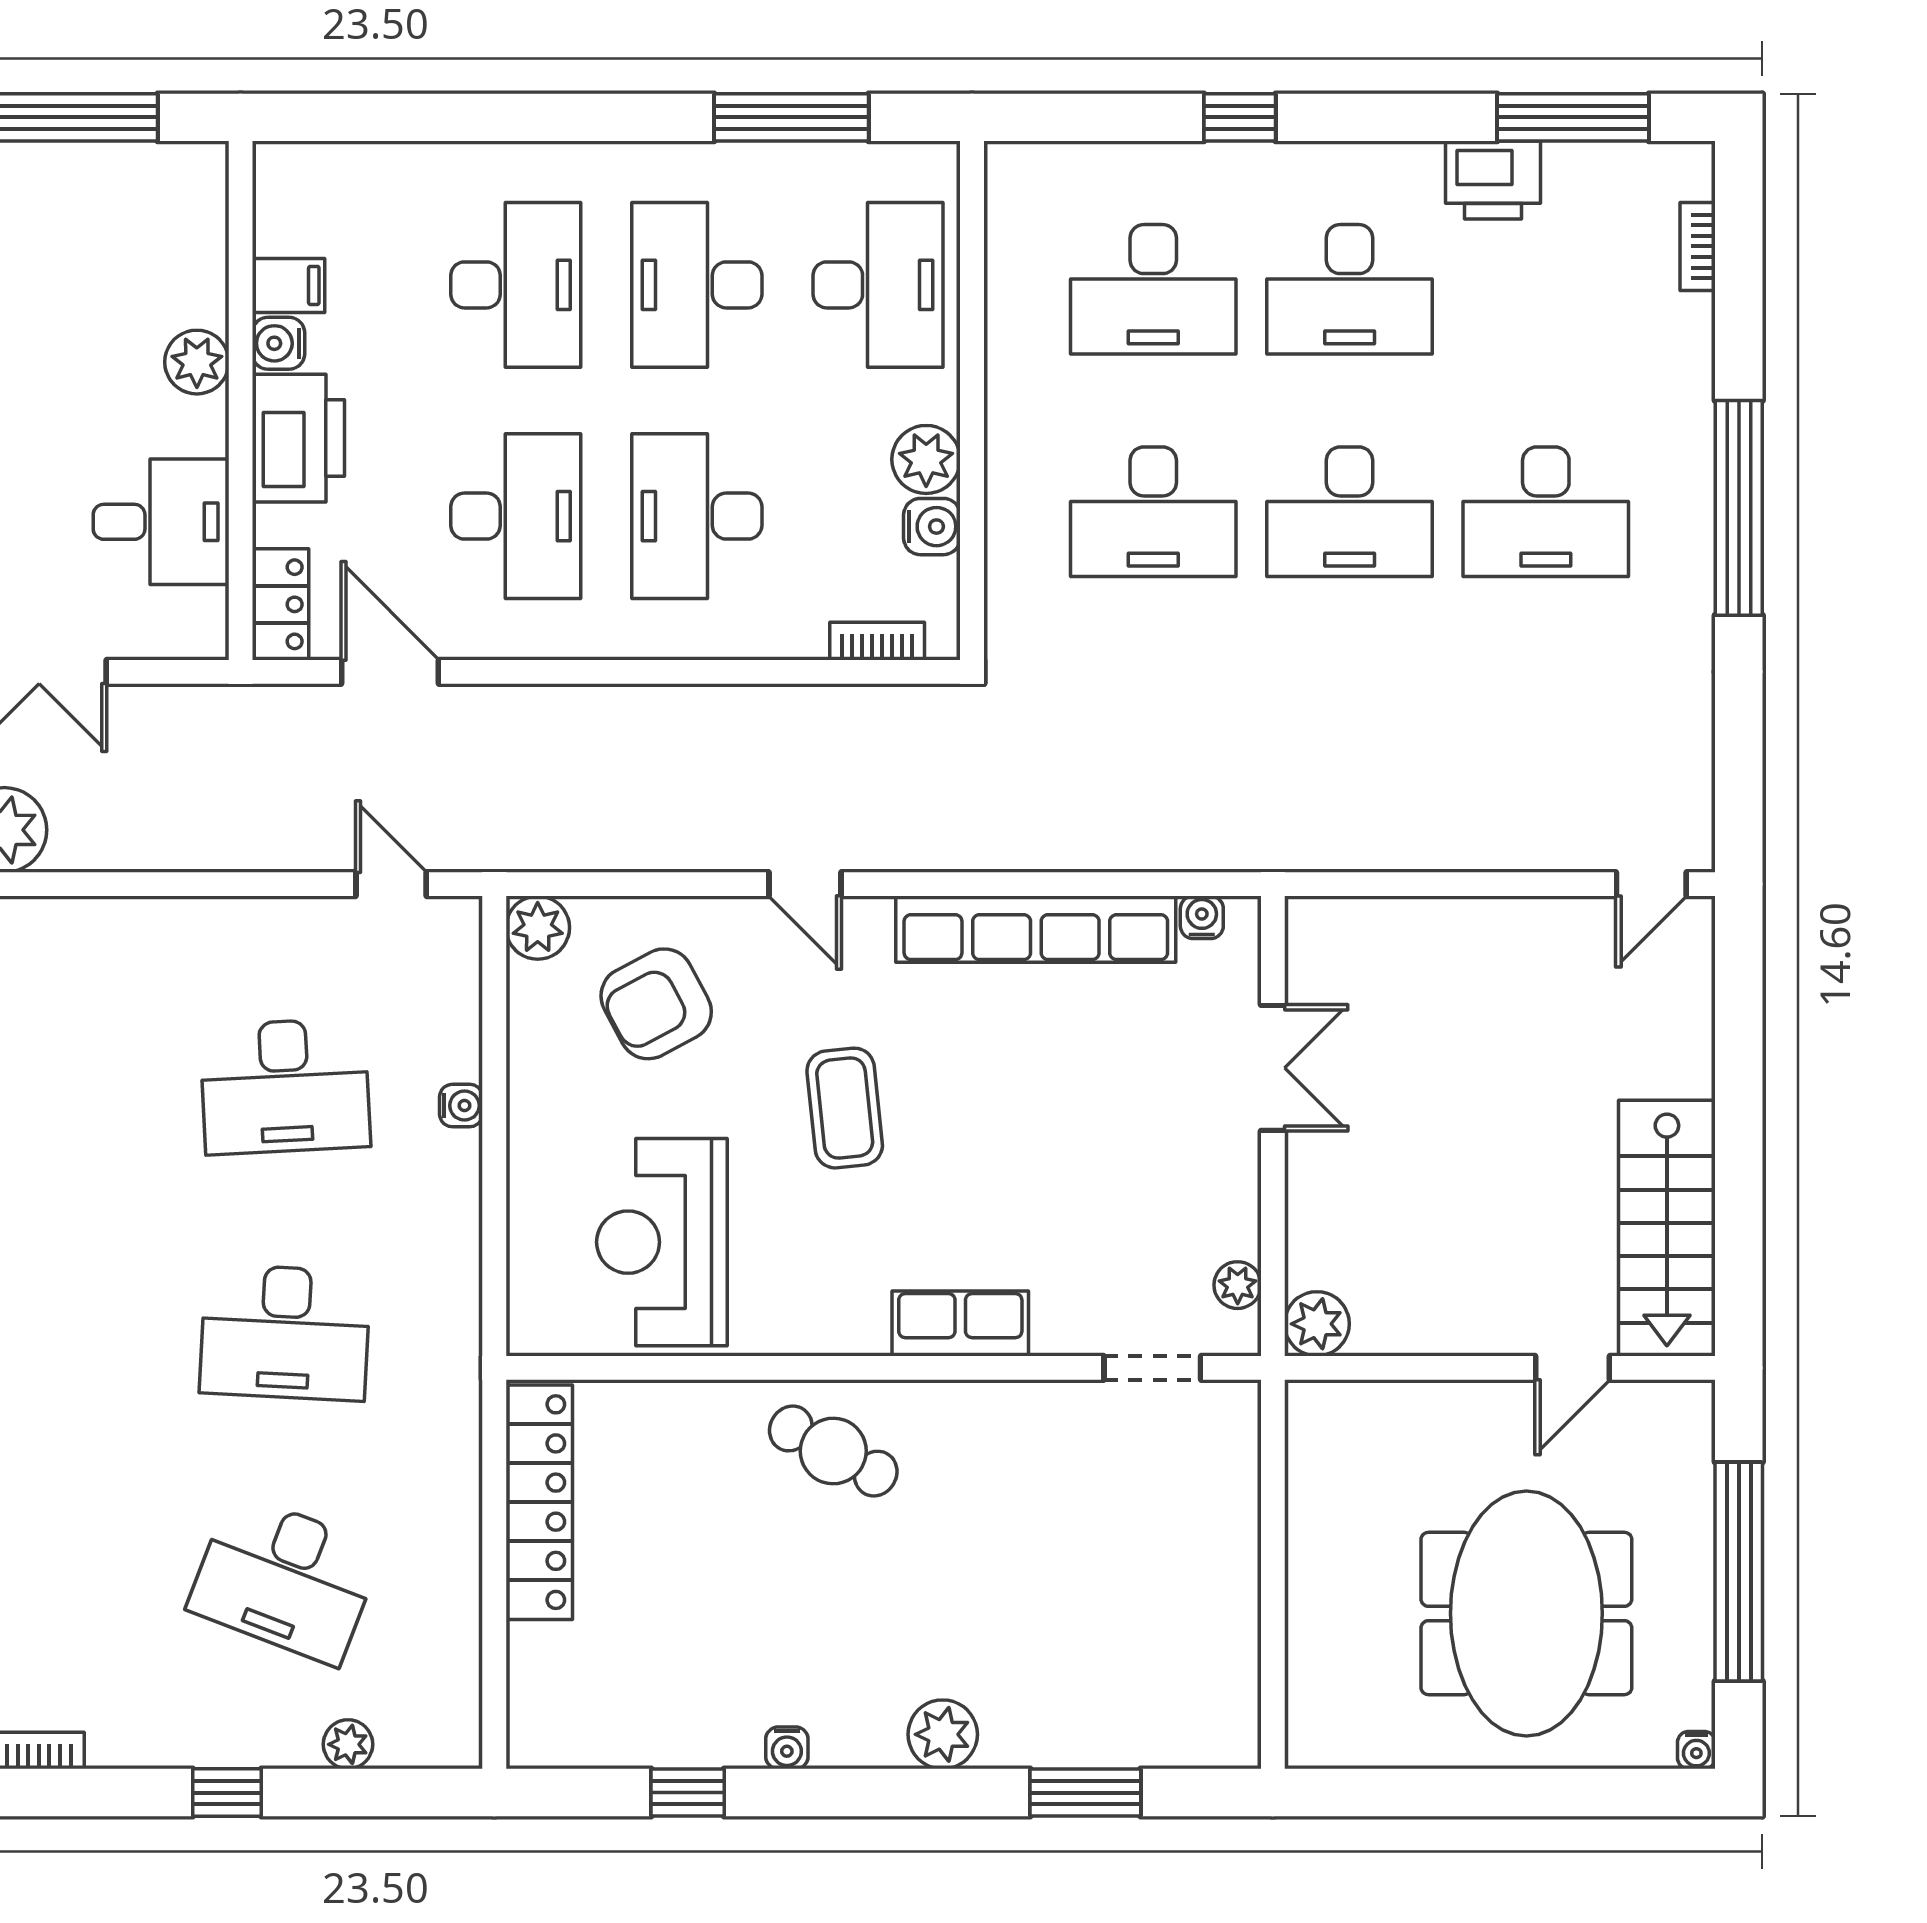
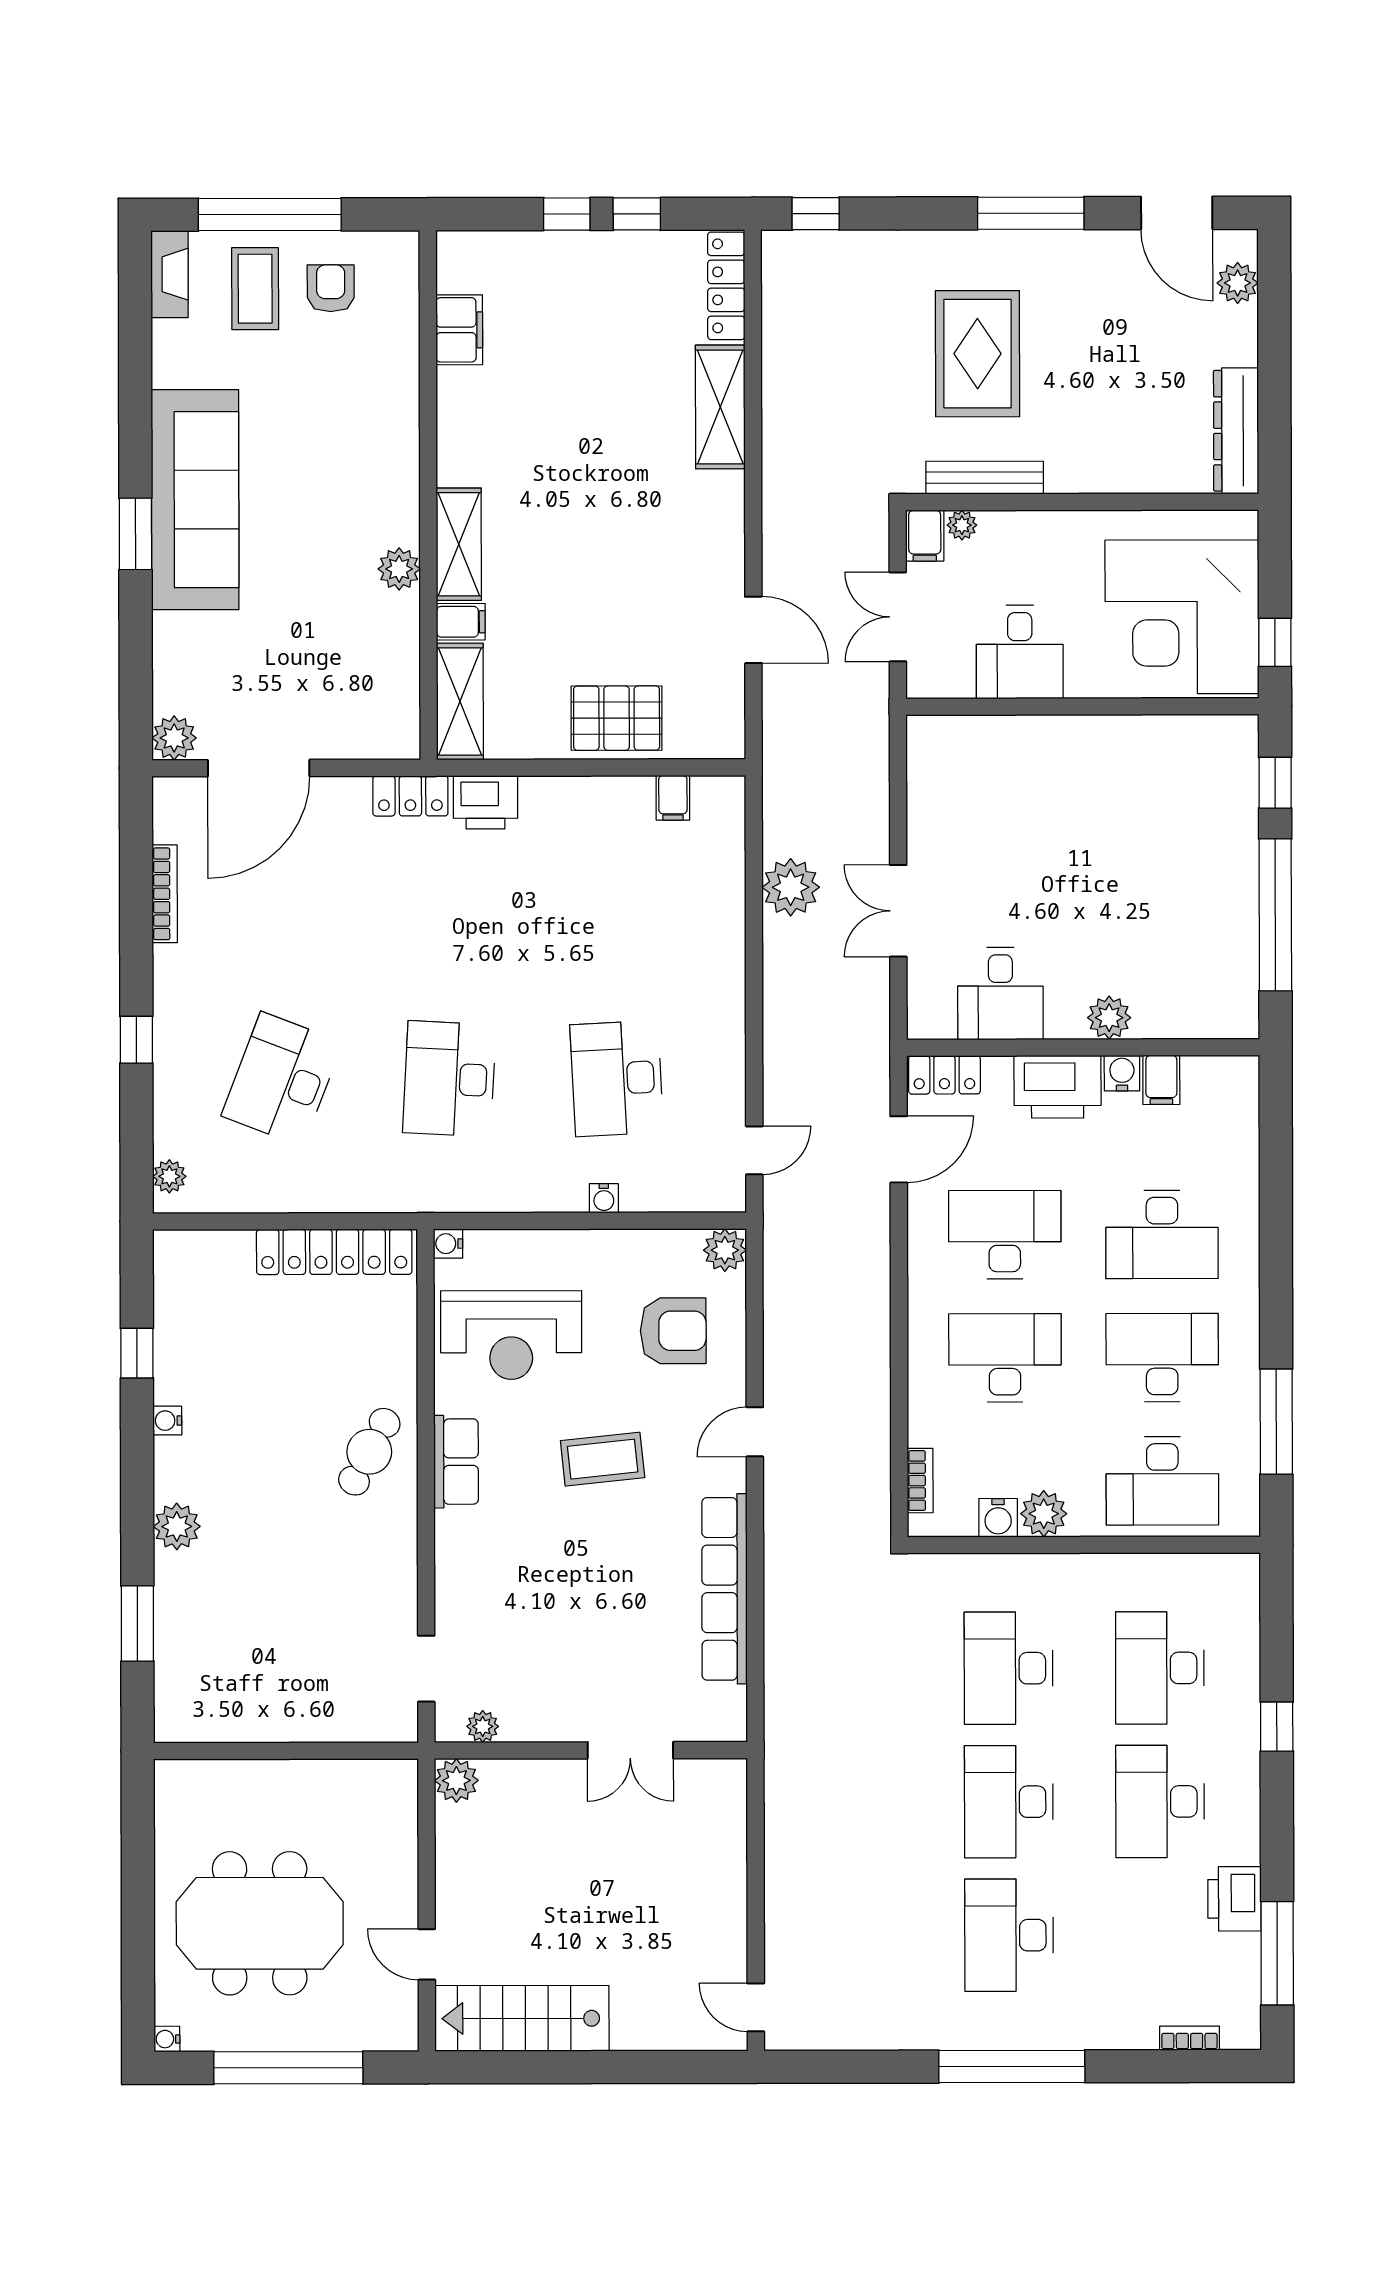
desk: (516, 516) -> (1005, 1235), turned 180
water cooler: (1202, 917) -> (448, 1244), moved, turned 180
armchair: (656, 1004) -> (673, 1331), turned 118
reception desk: (662, 1242) -> (511, 1335), turned 180
row of seats: (960, 1323) -> (456, 1462), moved
plant: (348, 1744) -> (169, 1176), moved

